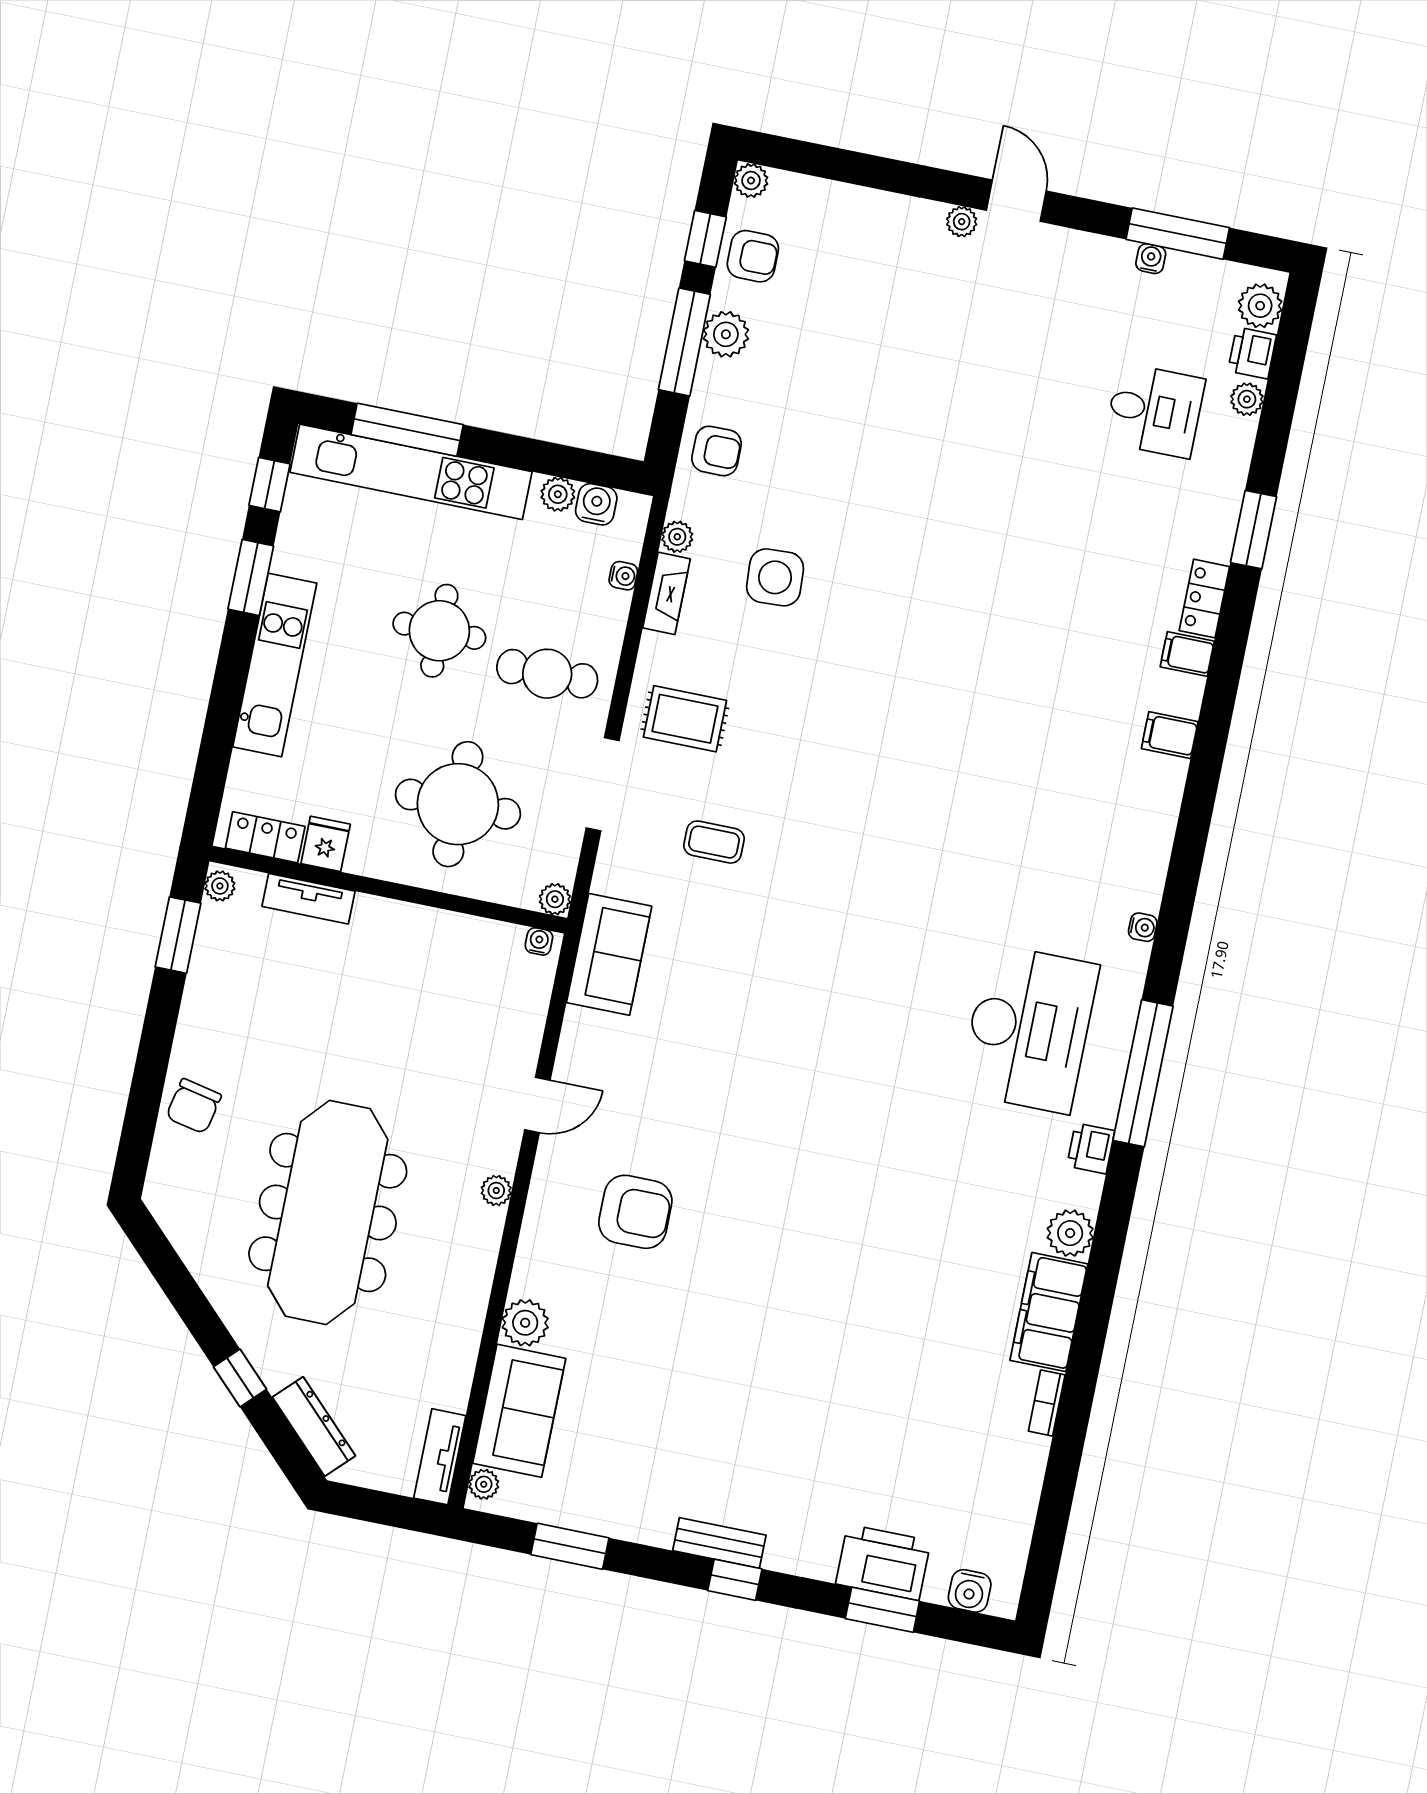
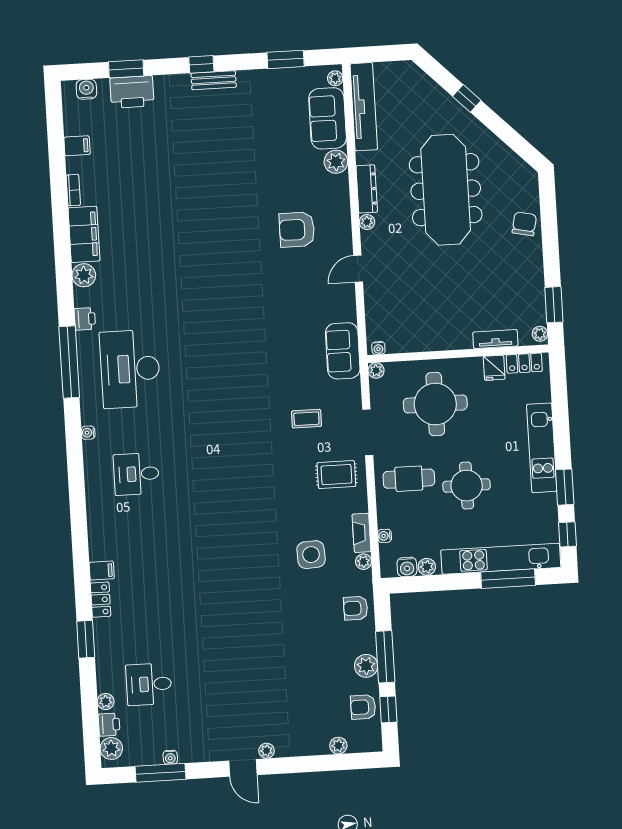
plant: (751, 181) -> (338, 746), moved
filing cabinet: (1170, 735) -> (77, 146), moved
desk: (1071, 823) -> (136, 474), added
dresser: (314, 1427) -> (367, 189), moved, turned -135
tv unit: (440, 1457) -> (364, 107), width x1.92, depth x1.29

